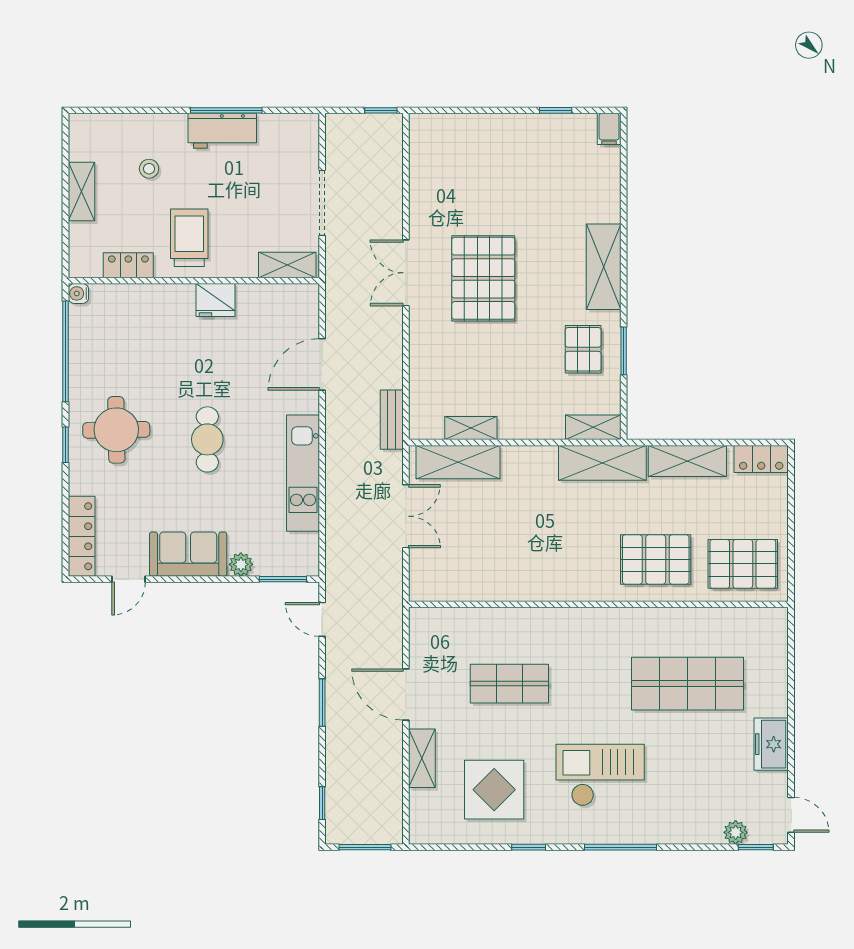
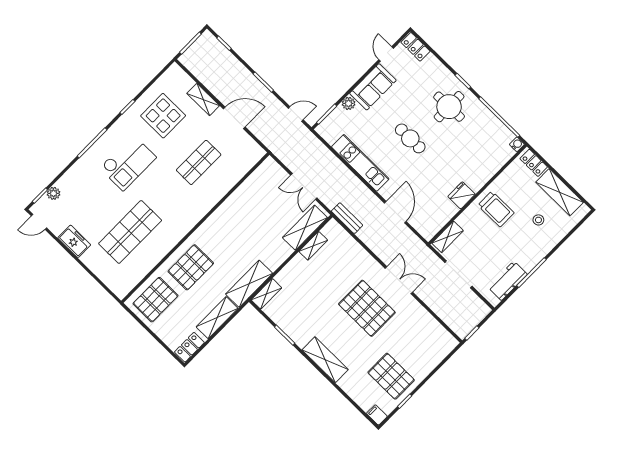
workbench: (222, 131) -> (508, 281), moved
shelving: (81, 192) -> (560, 192), width x1.50, depth x1.33
locker: (128, 265) -> (534, 163), moved, turned 90
pallet: (583, 349) -> (391, 376), moved, width x1.50, depth x1.42
locker: (82, 536) -> (415, 47), width x0.66

